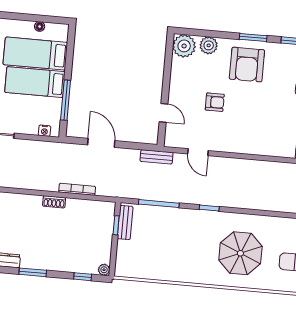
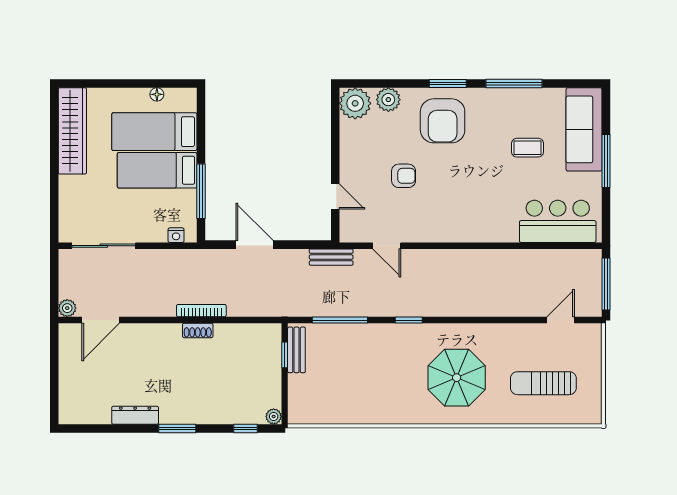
bookcase: (77, 189) -> (201, 311), moved

